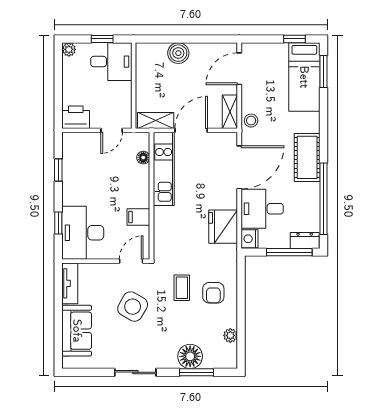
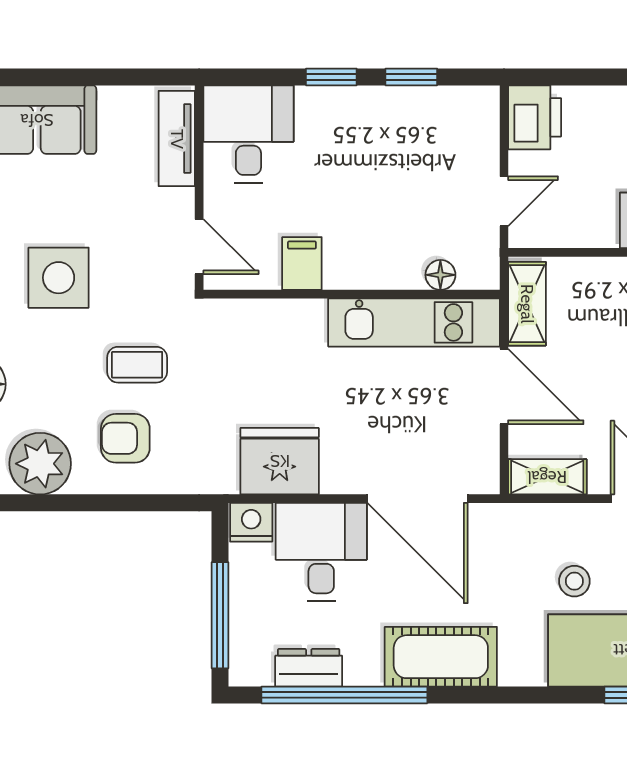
stool: (251, 121) -> (574, 581), moved
door: (112, 130) -> (504, 201), swing flipped
window: (58, 223) -> (331, 77), moved
desk: (83, 233) -> (248, 134), width x0.73
dresser: (305, 240) -> (309, 668), moved, turned -90
tv unit: (70, 283) -> (177, 139), moved, turned 90
side table: (133, 307) -> (59, 278), moved, turned -30
plant: (230, 335) -> (40, 464), width x1.87, depth x1.87

